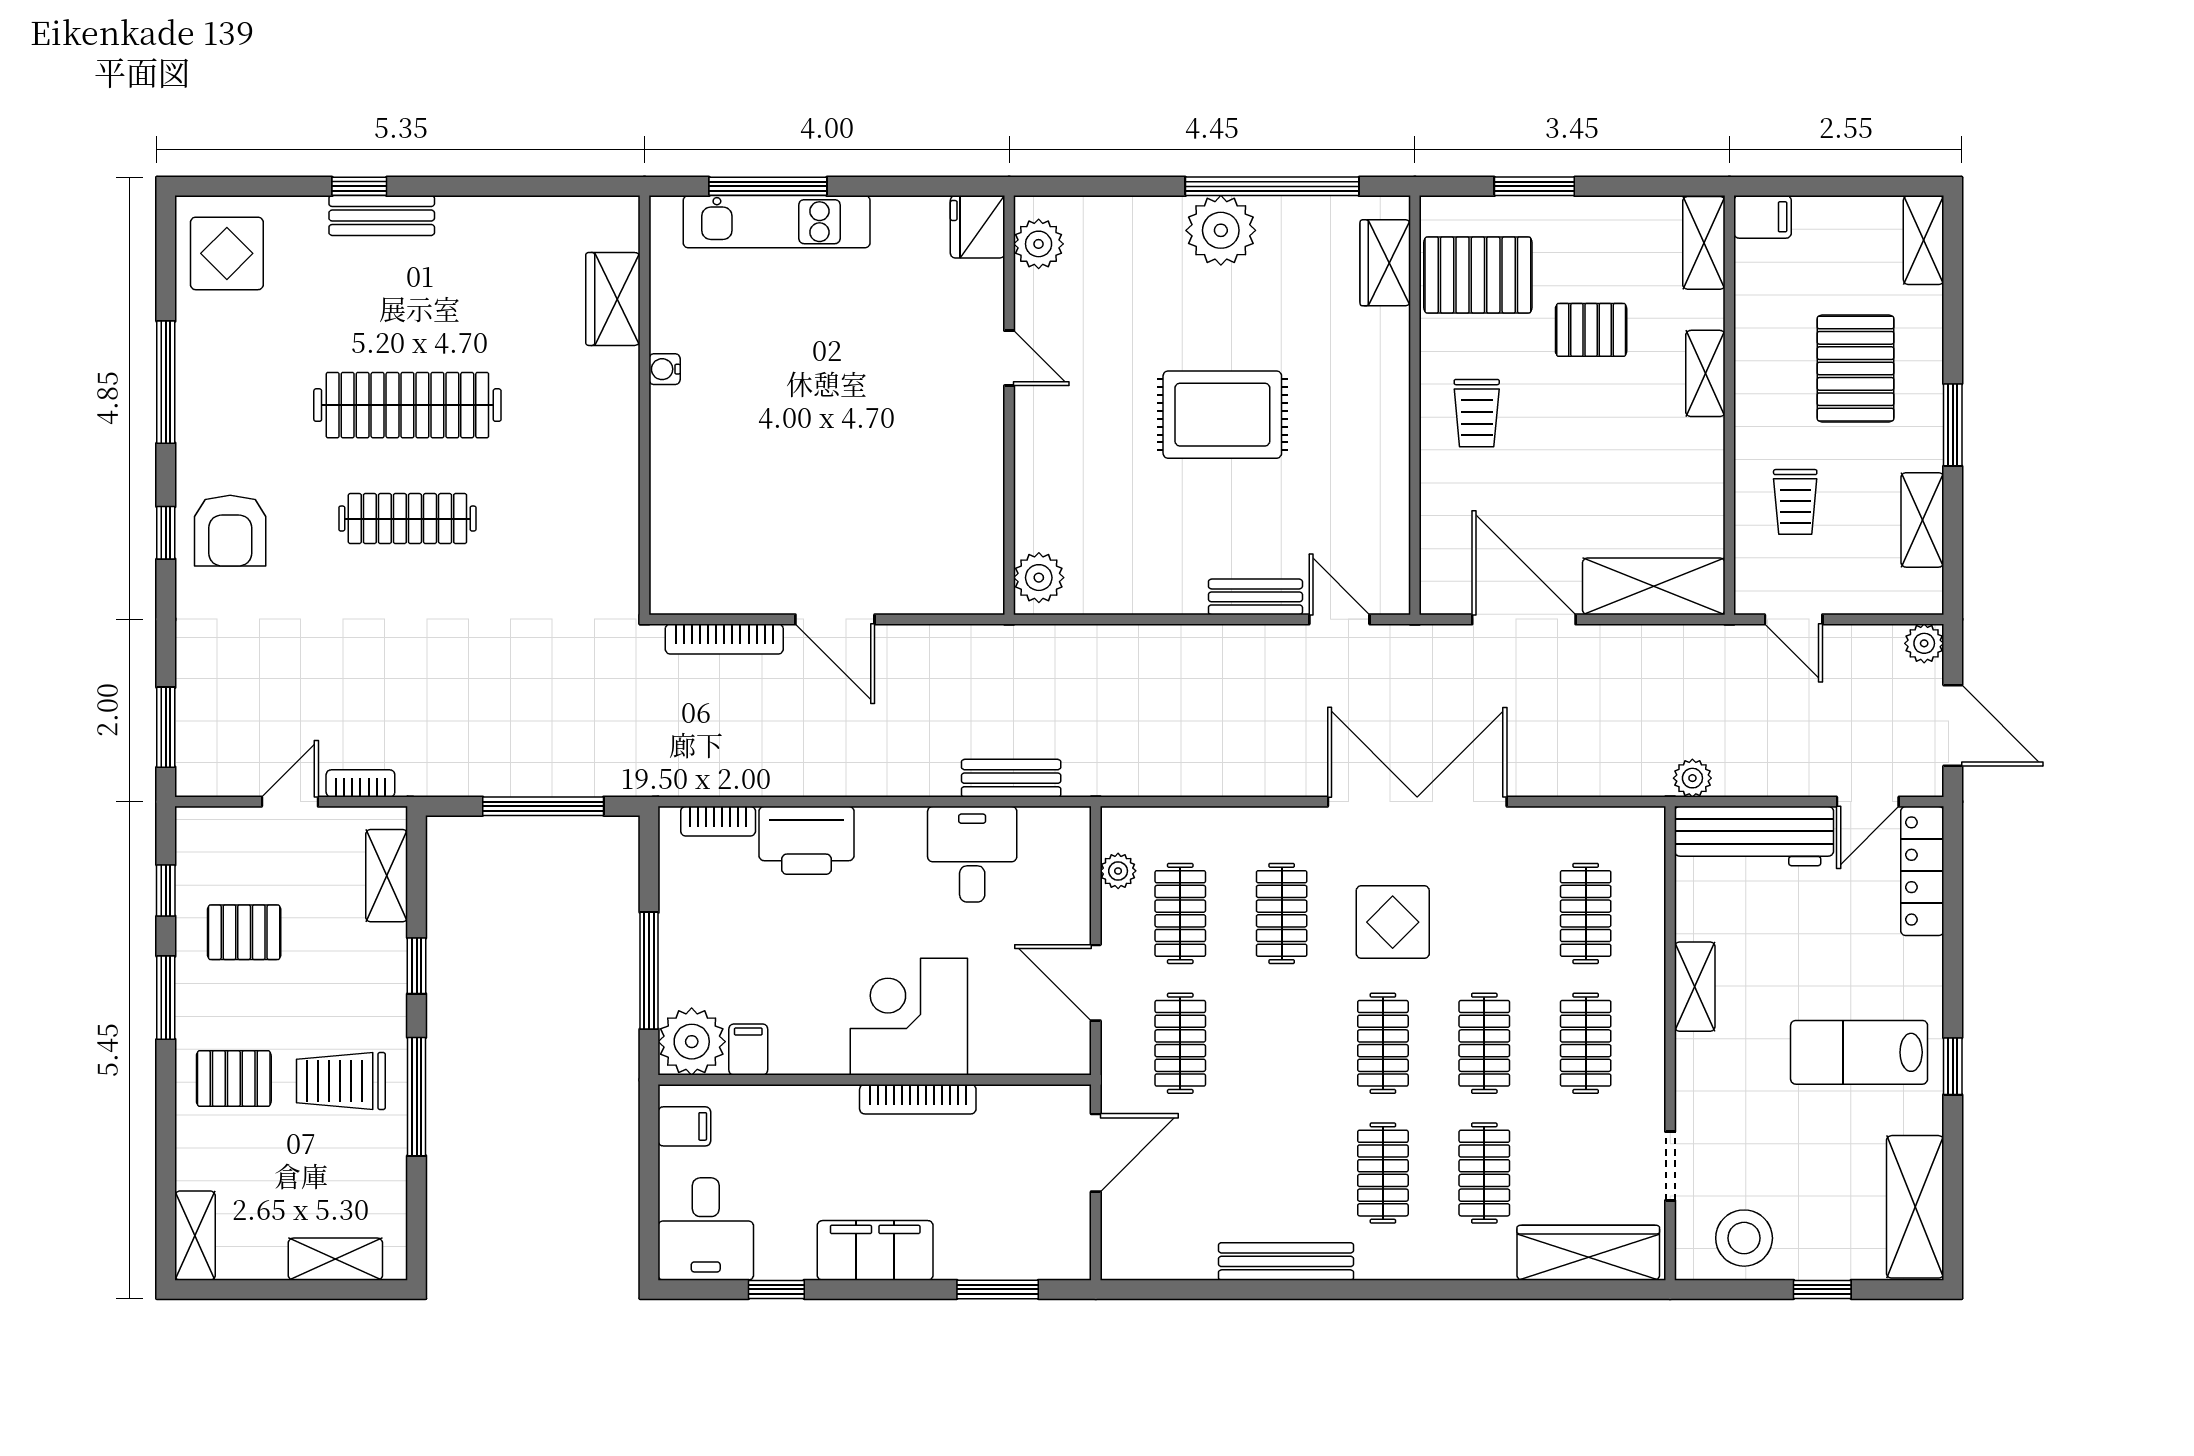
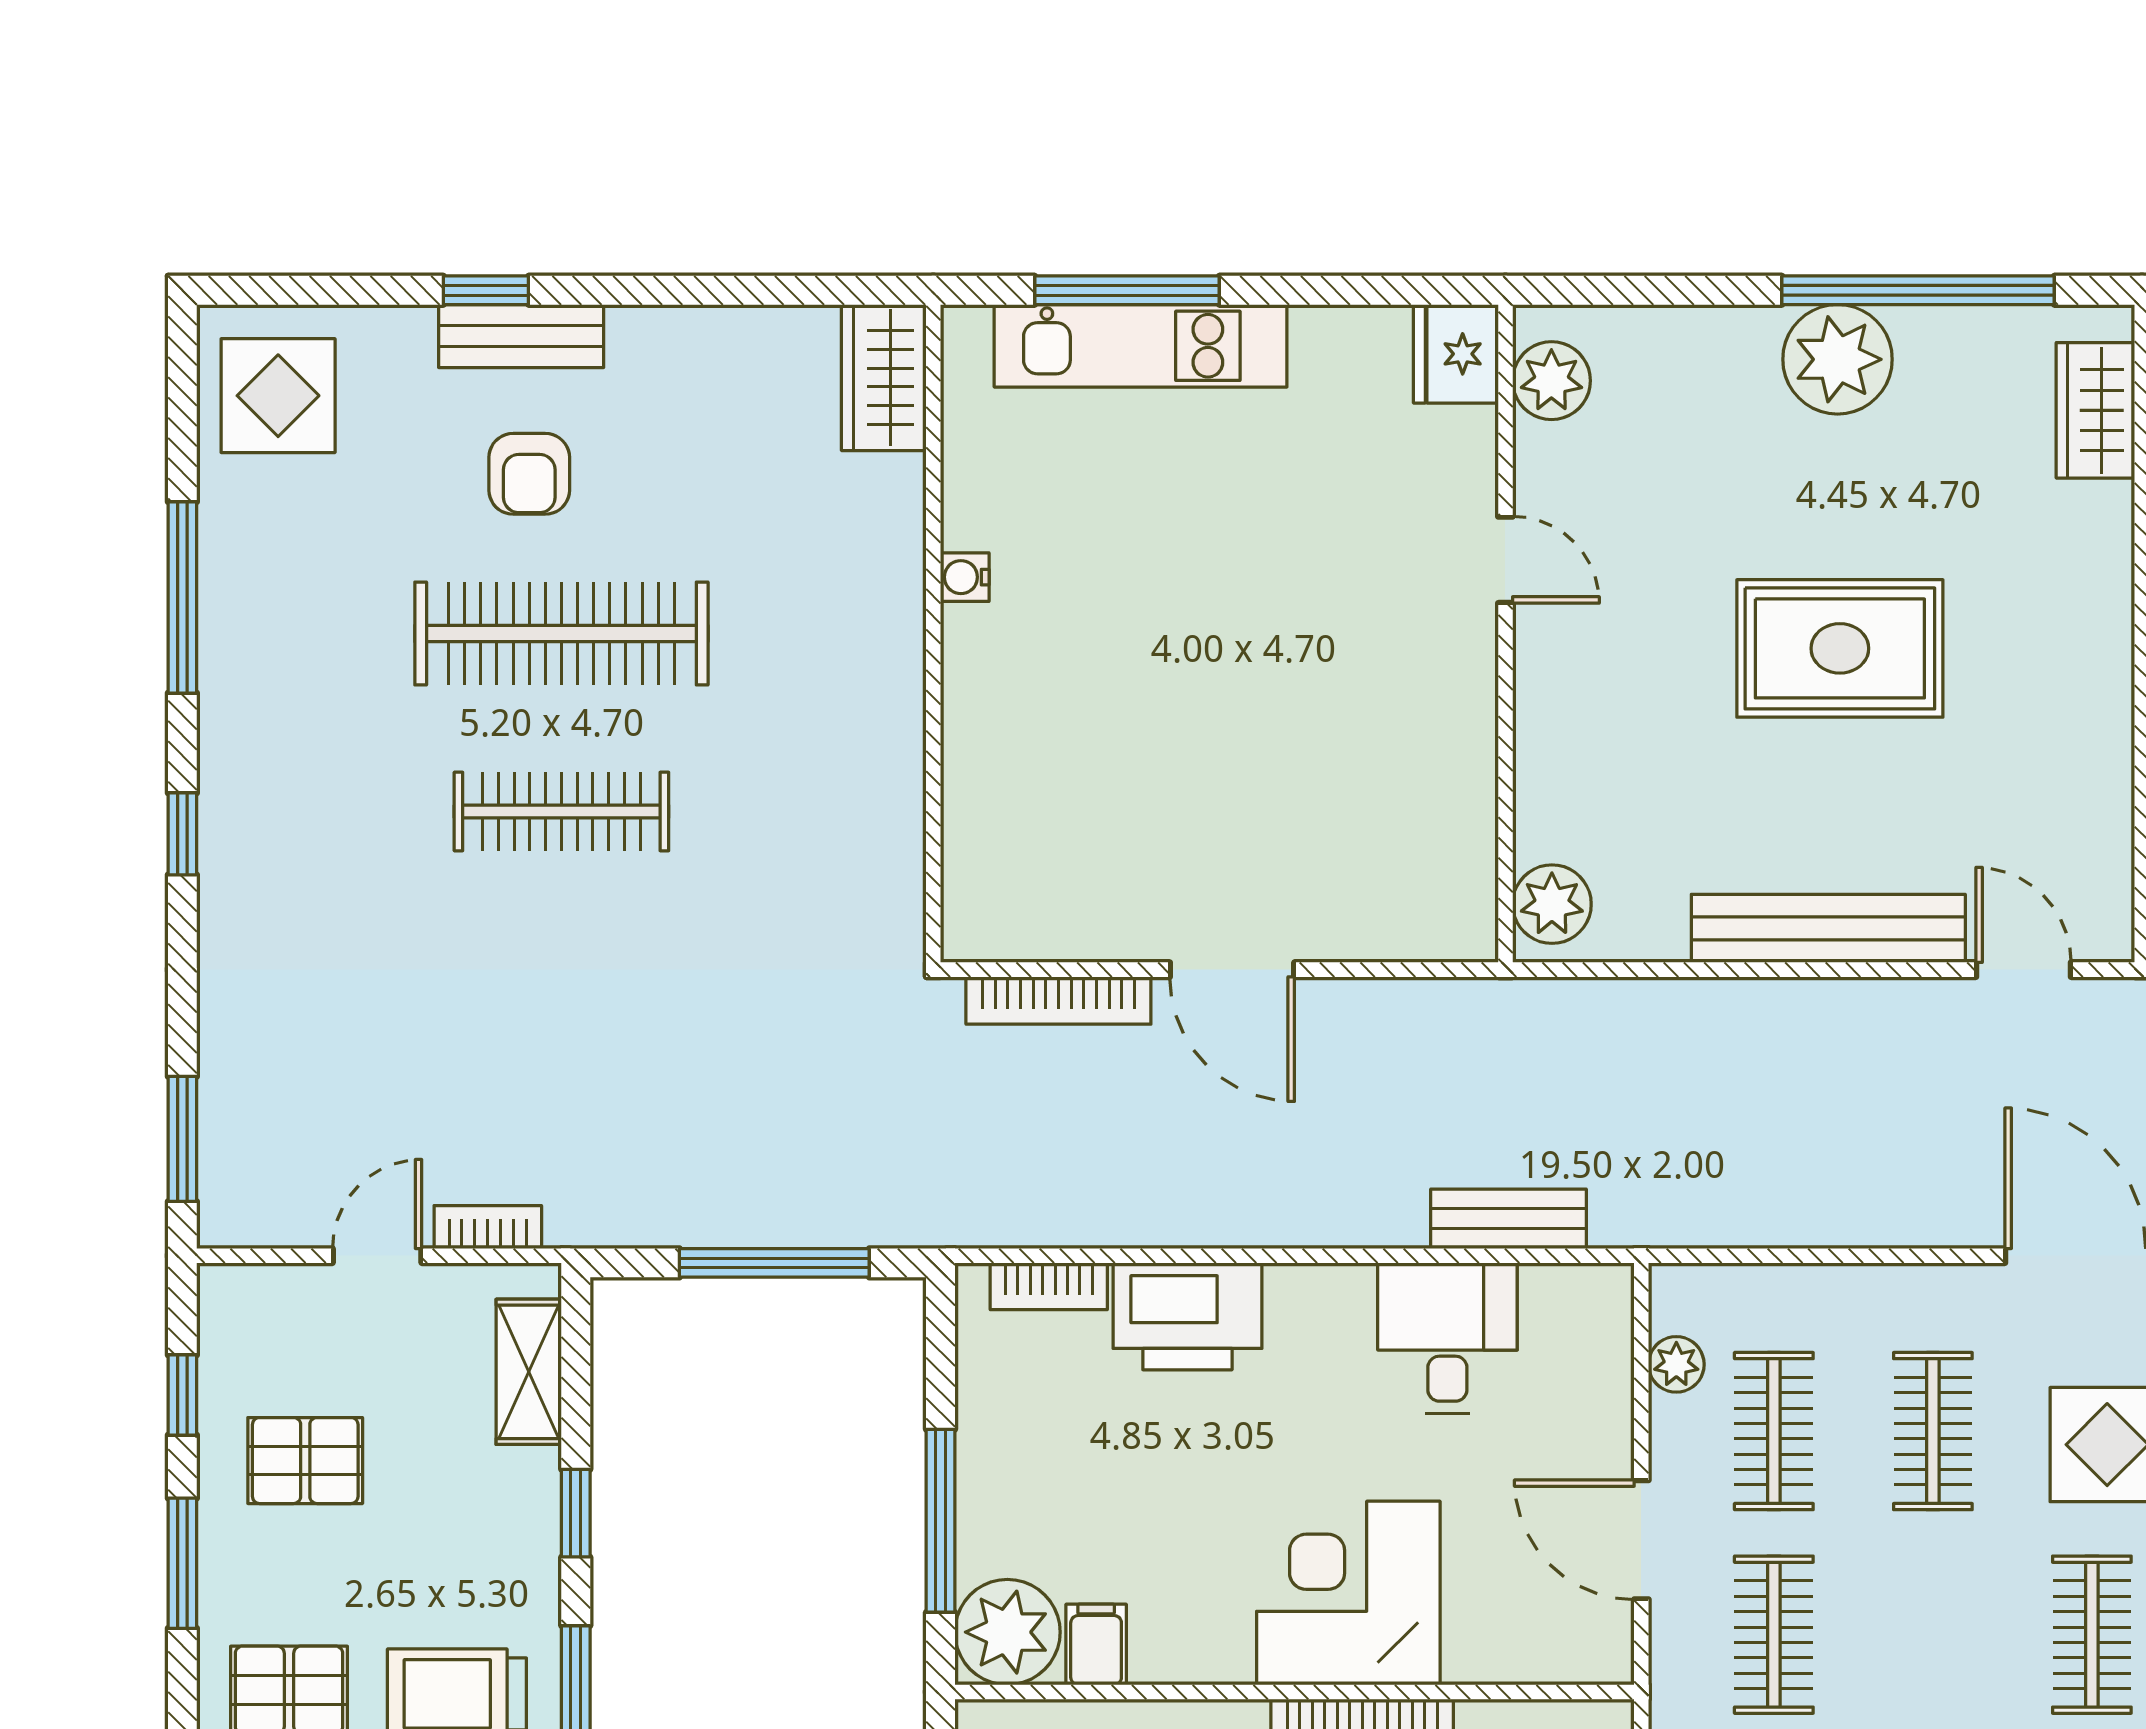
wardrobe: (613, 299) -> (884, 378), moved
armchair: (230, 531) -> (529, 474), moved, width x0.72, depth x0.72
bench: (1255, 597) -> (1828, 928), width x1.86, depth x1.21

